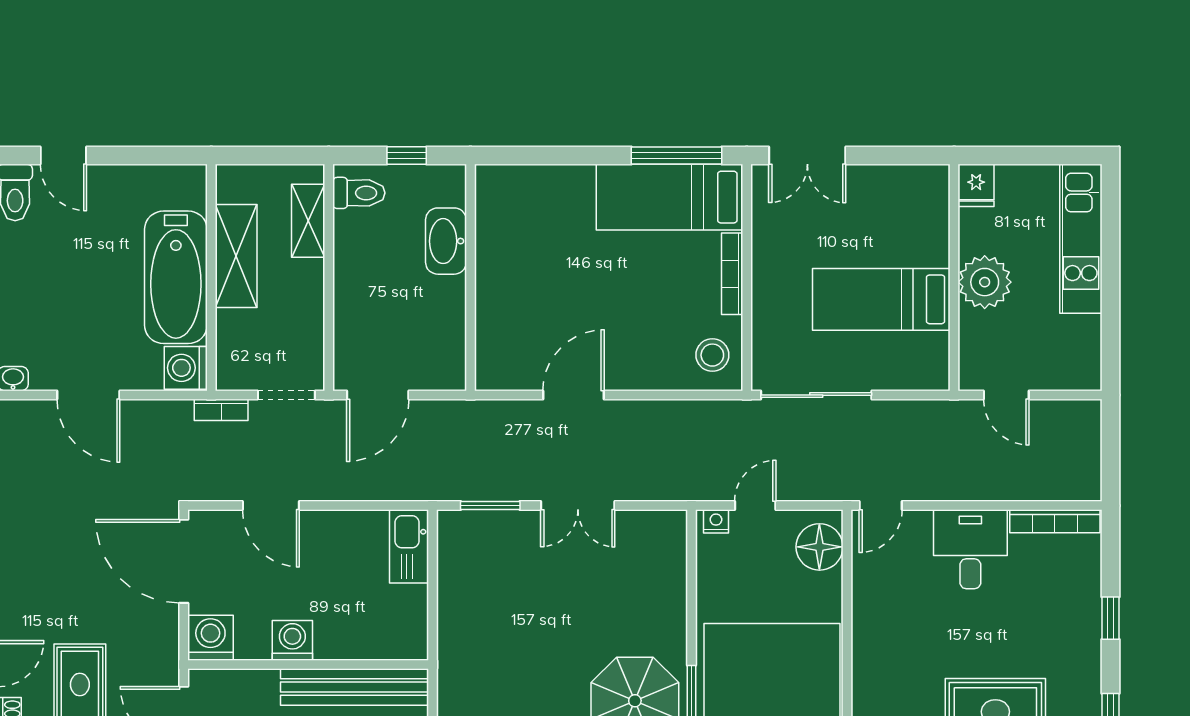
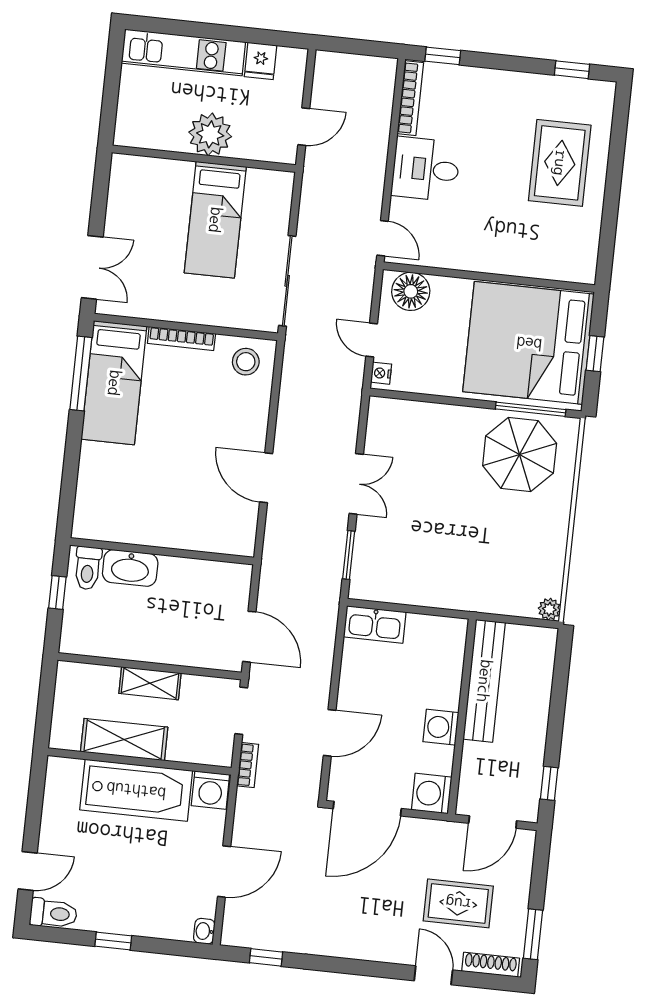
fridge: (976, 185) -> (261, 61), moved, turned 90
toilet: (359, 193) -> (88, 568), moved, turned 180
shelving: (308, 221) -> (150, 683), moved
window: (1111, 618) -> (443, 56), moved

